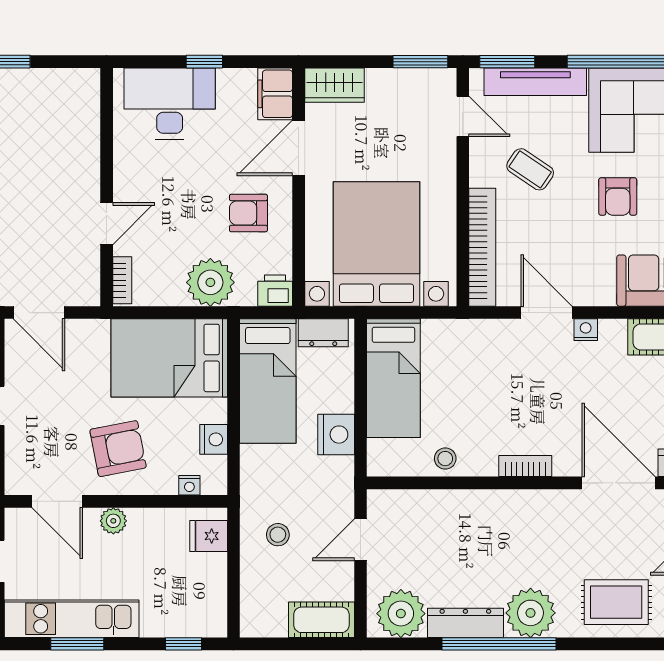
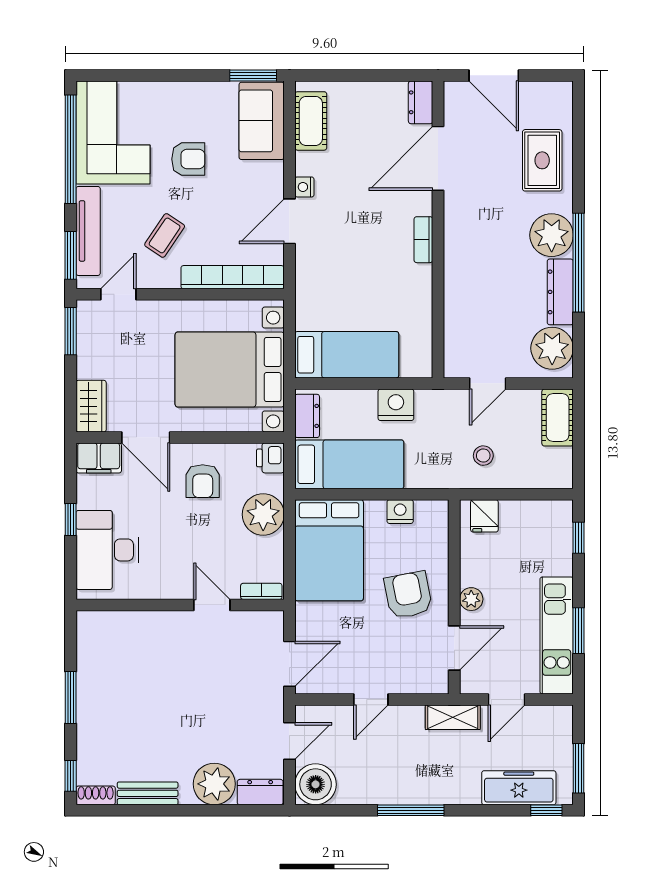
stool: (445, 459) -> (417, 310), removed
nightstand: (189, 485) -> (440, 533), removed
door: (361, 540) -> (488, 383), hinge flipped

